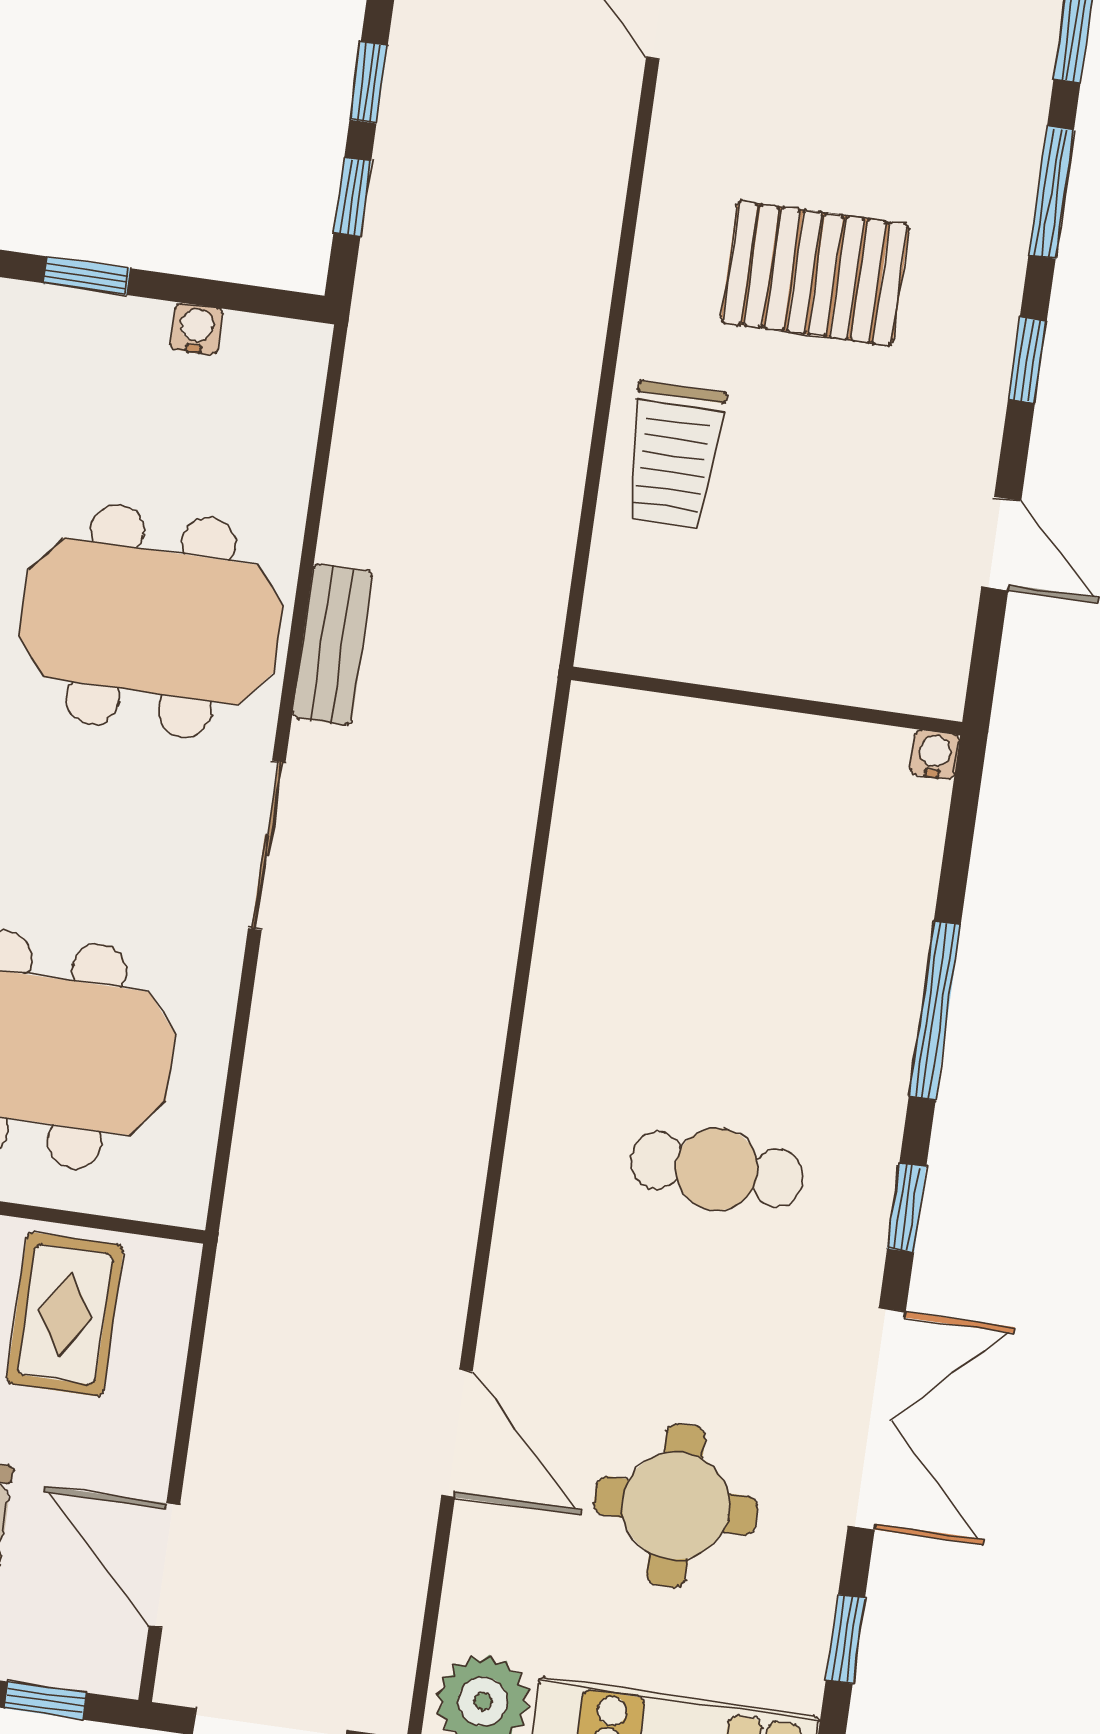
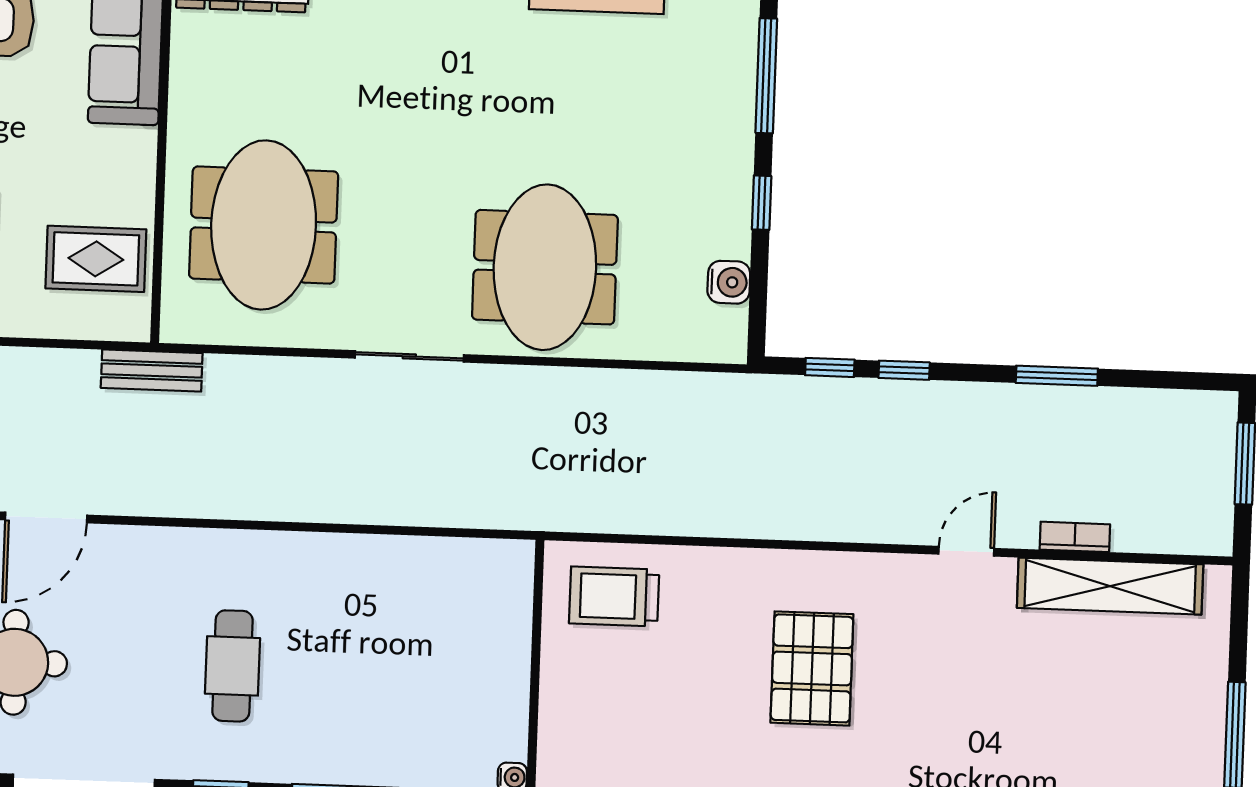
water cooler: (196, 329) -> (729, 282), width x1.38, depth x1.38
trolley: (674, 455) -> (614, 596), moved
bench: (332, 644) -> (152, 371), moved

